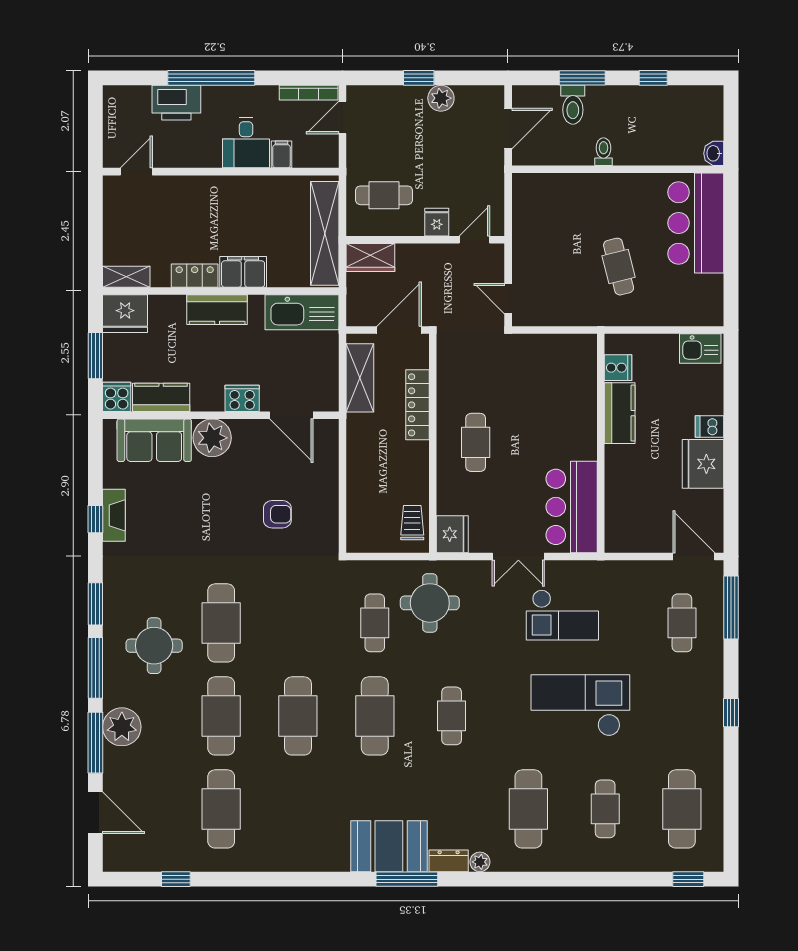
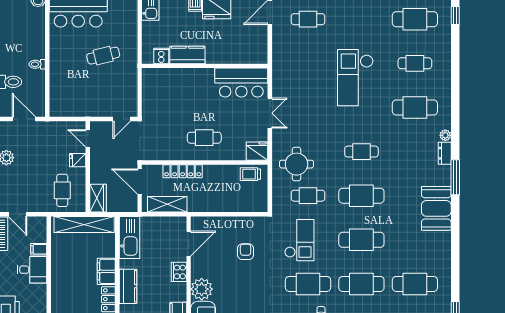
checkout: (562, 615) -> (299, 240), moved
booth: (389, 846) -> (436, 208), moved

